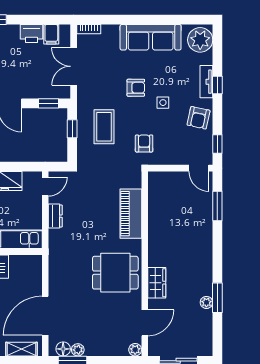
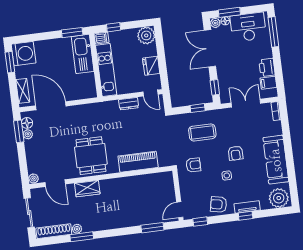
shoe rack: (206, 332) -> (54, 231), added

